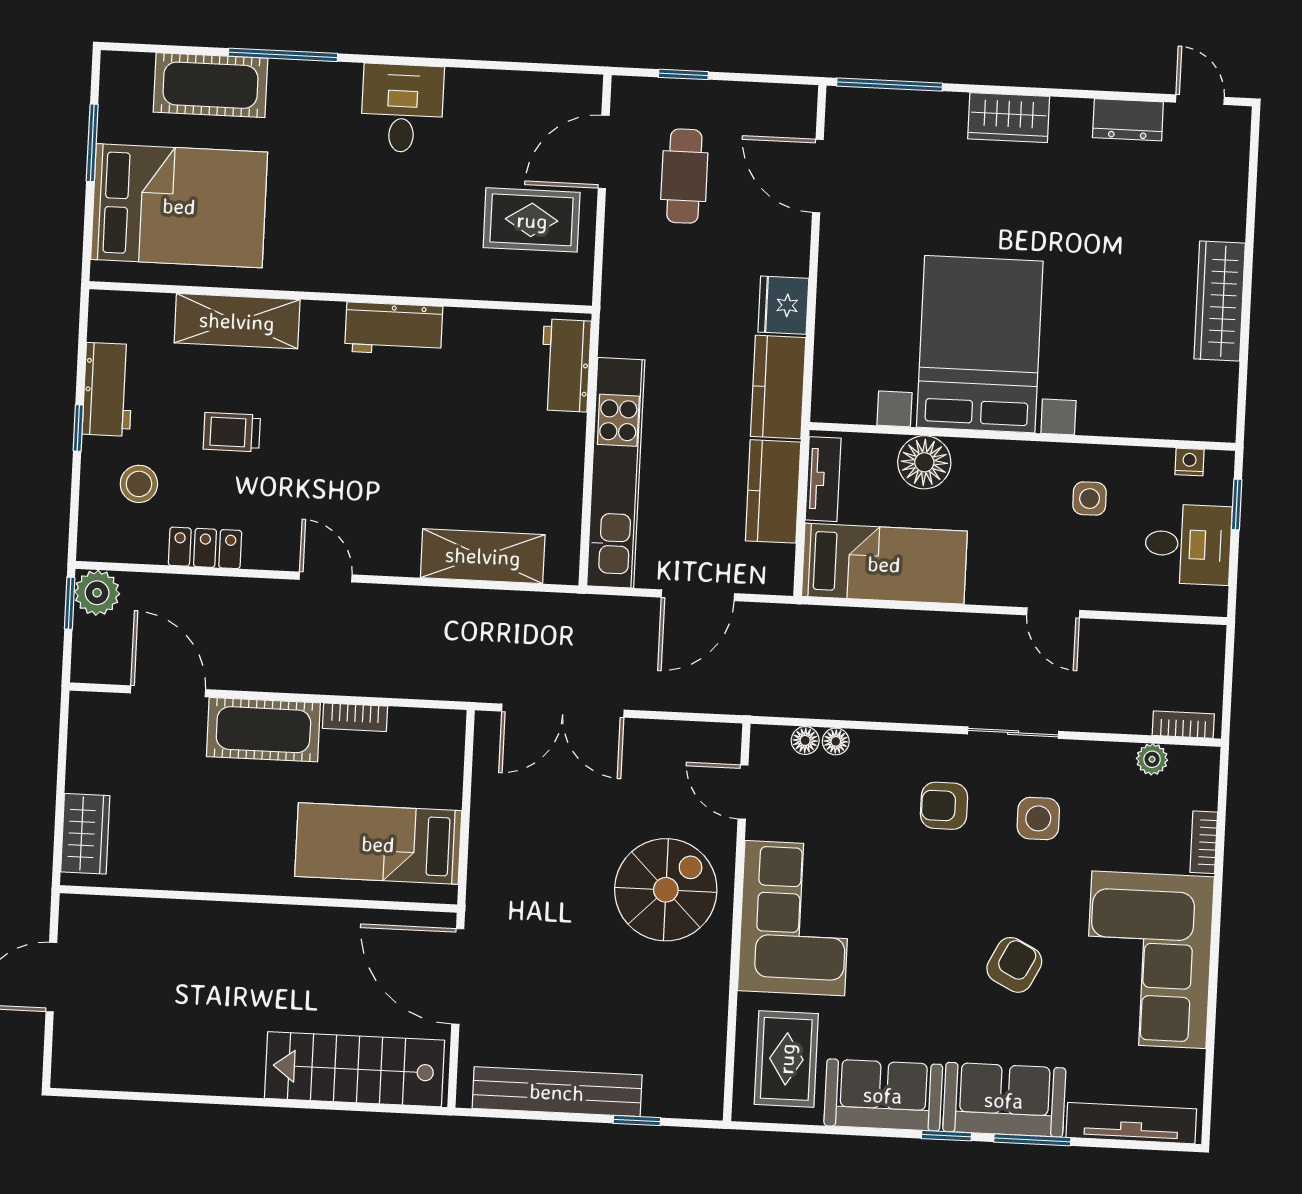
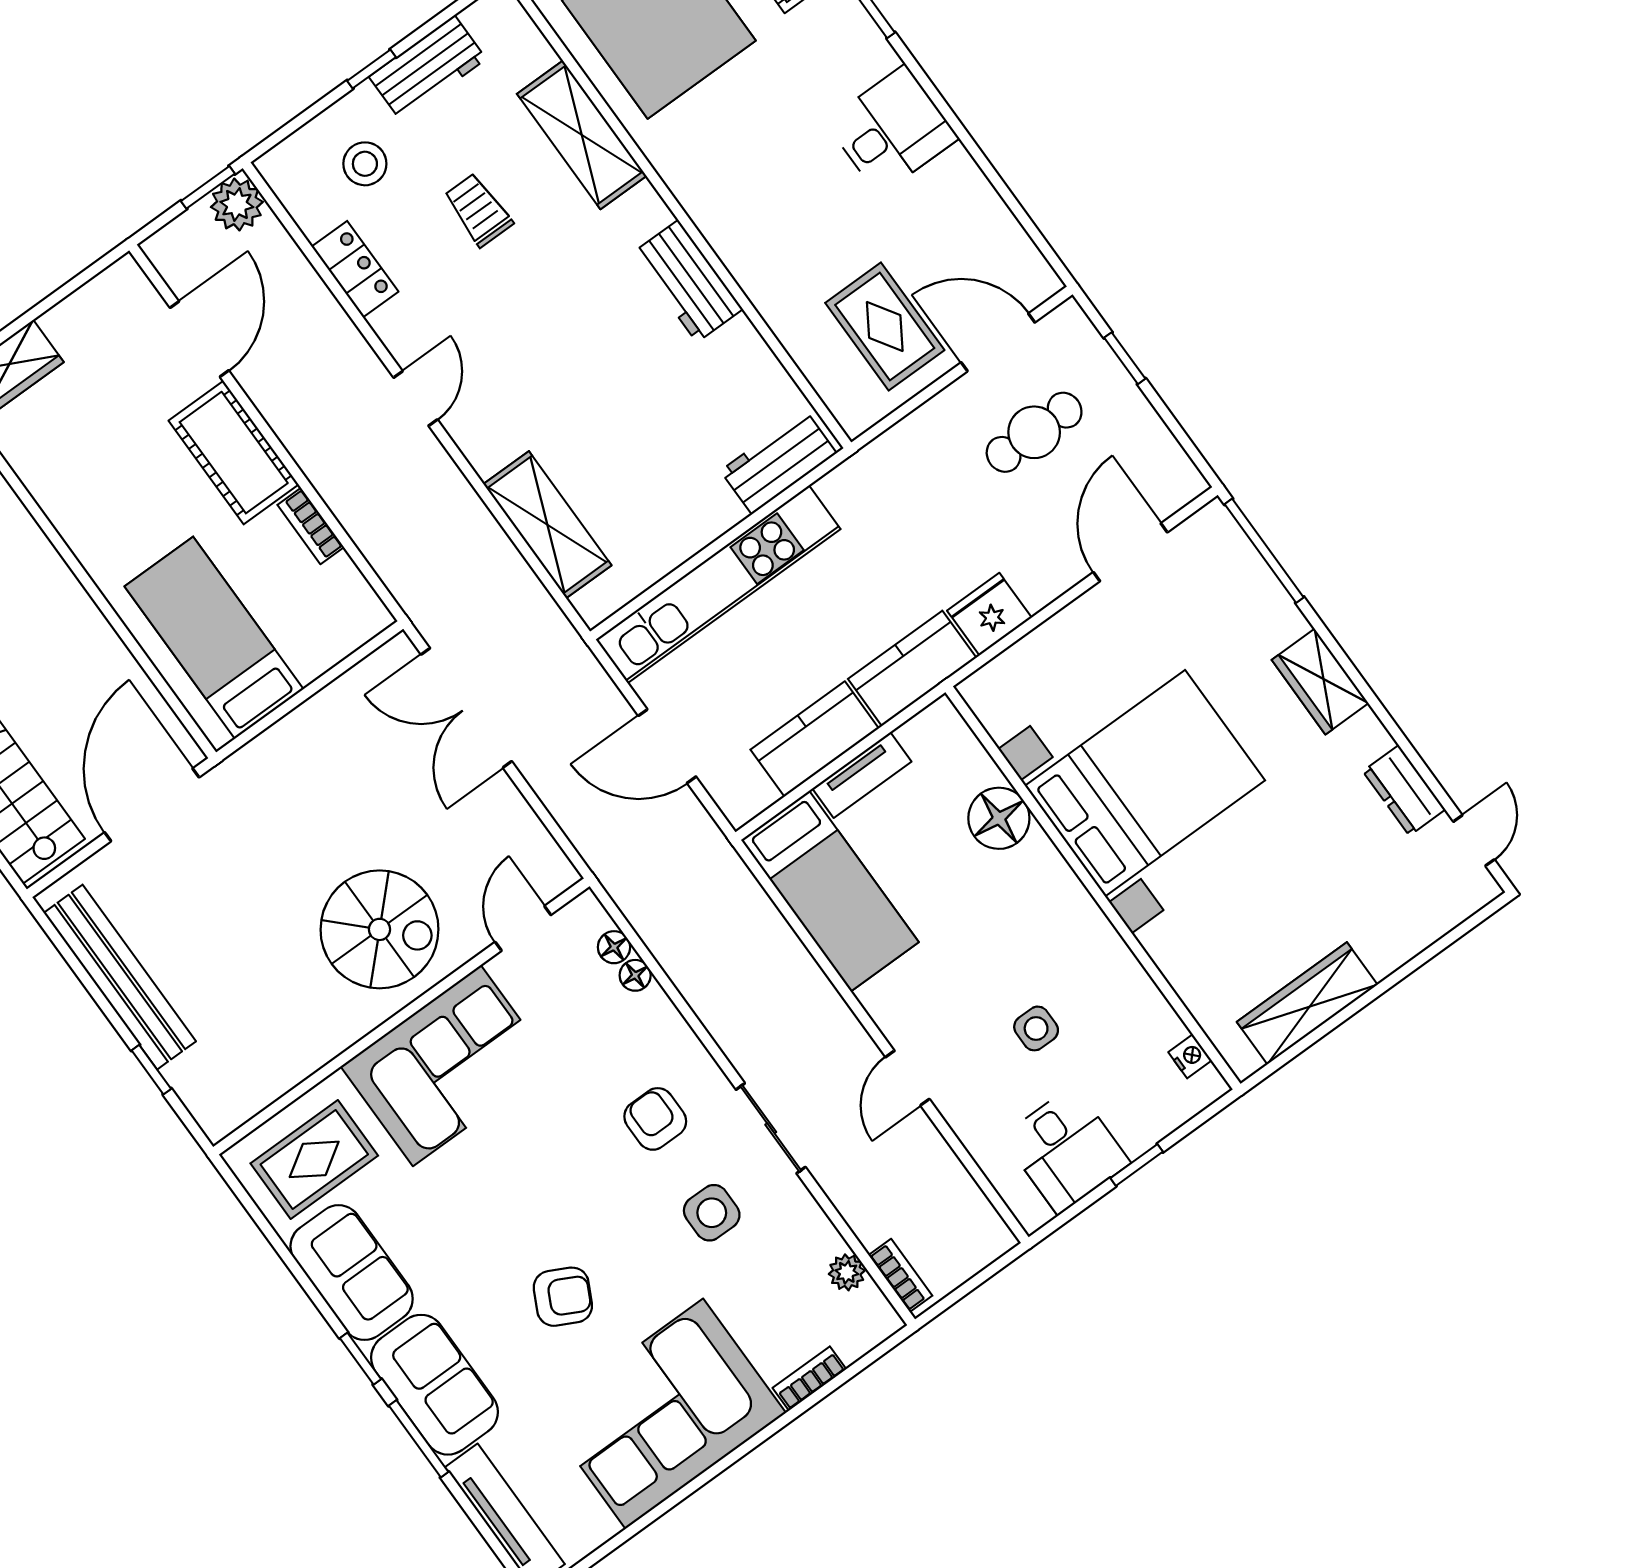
bed with nightstands: (980, 344) -> (1145, 783), moved
wall: (1023, 436) -> (1093, 888), moved
floor lamp: (924, 462) -> (999, 818), moved
nightstand: (1189, 462) -> (1190, 1056), moved

